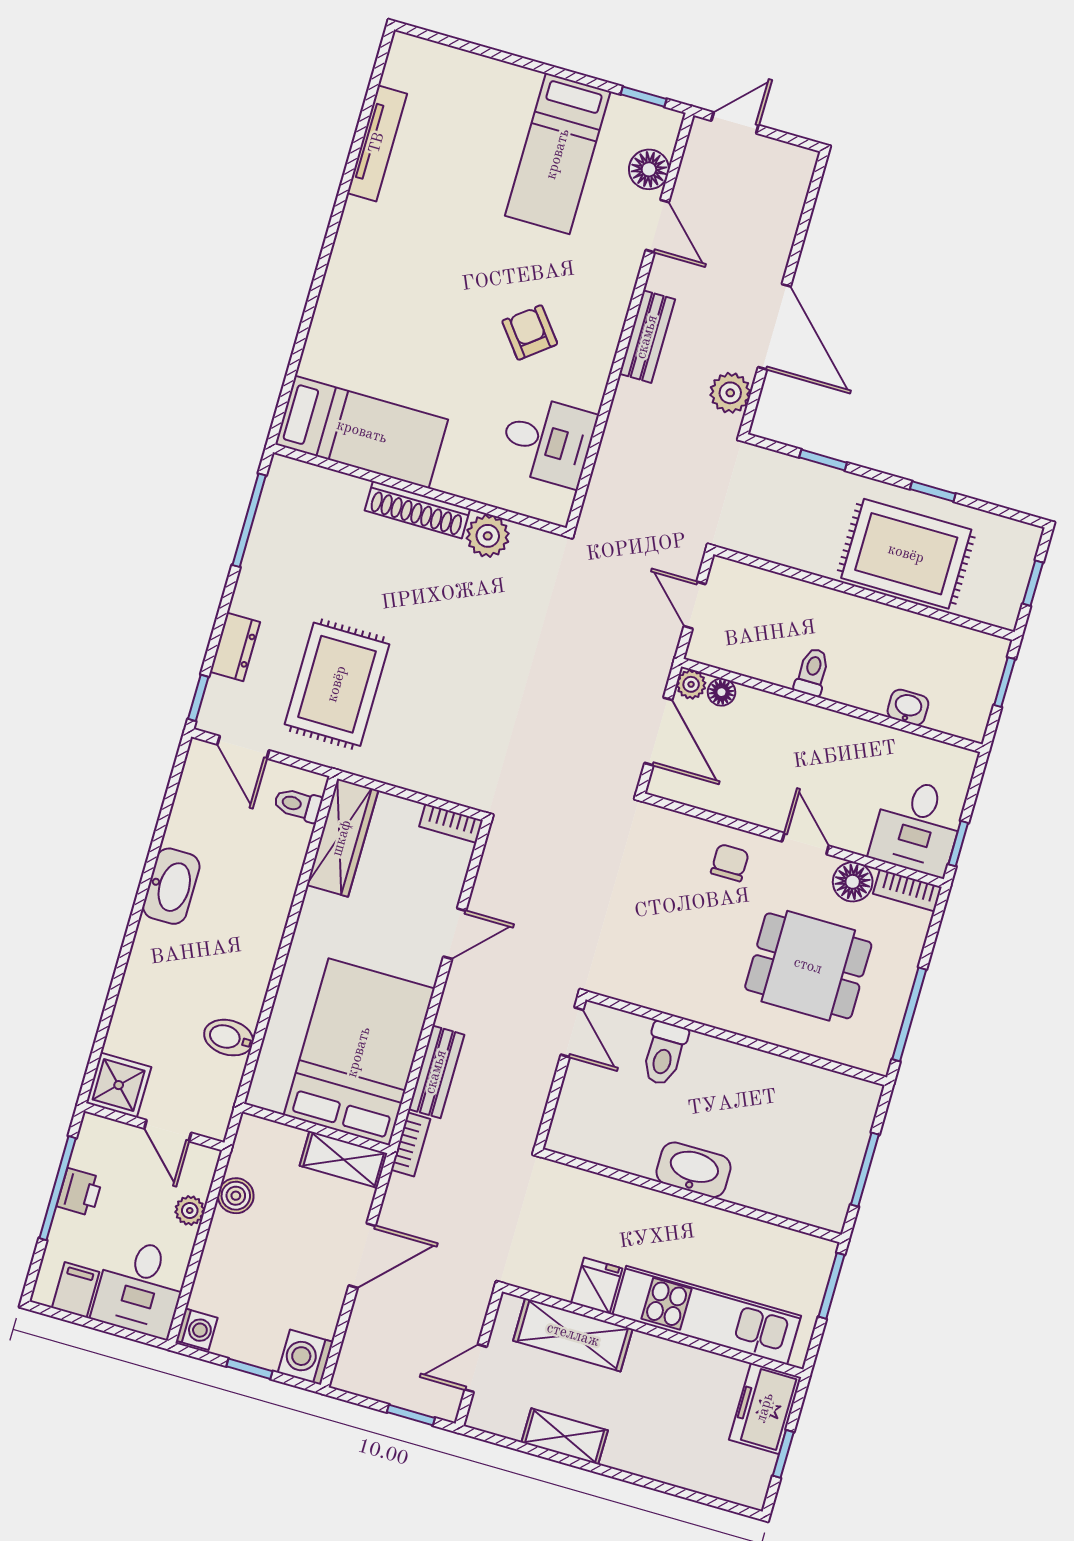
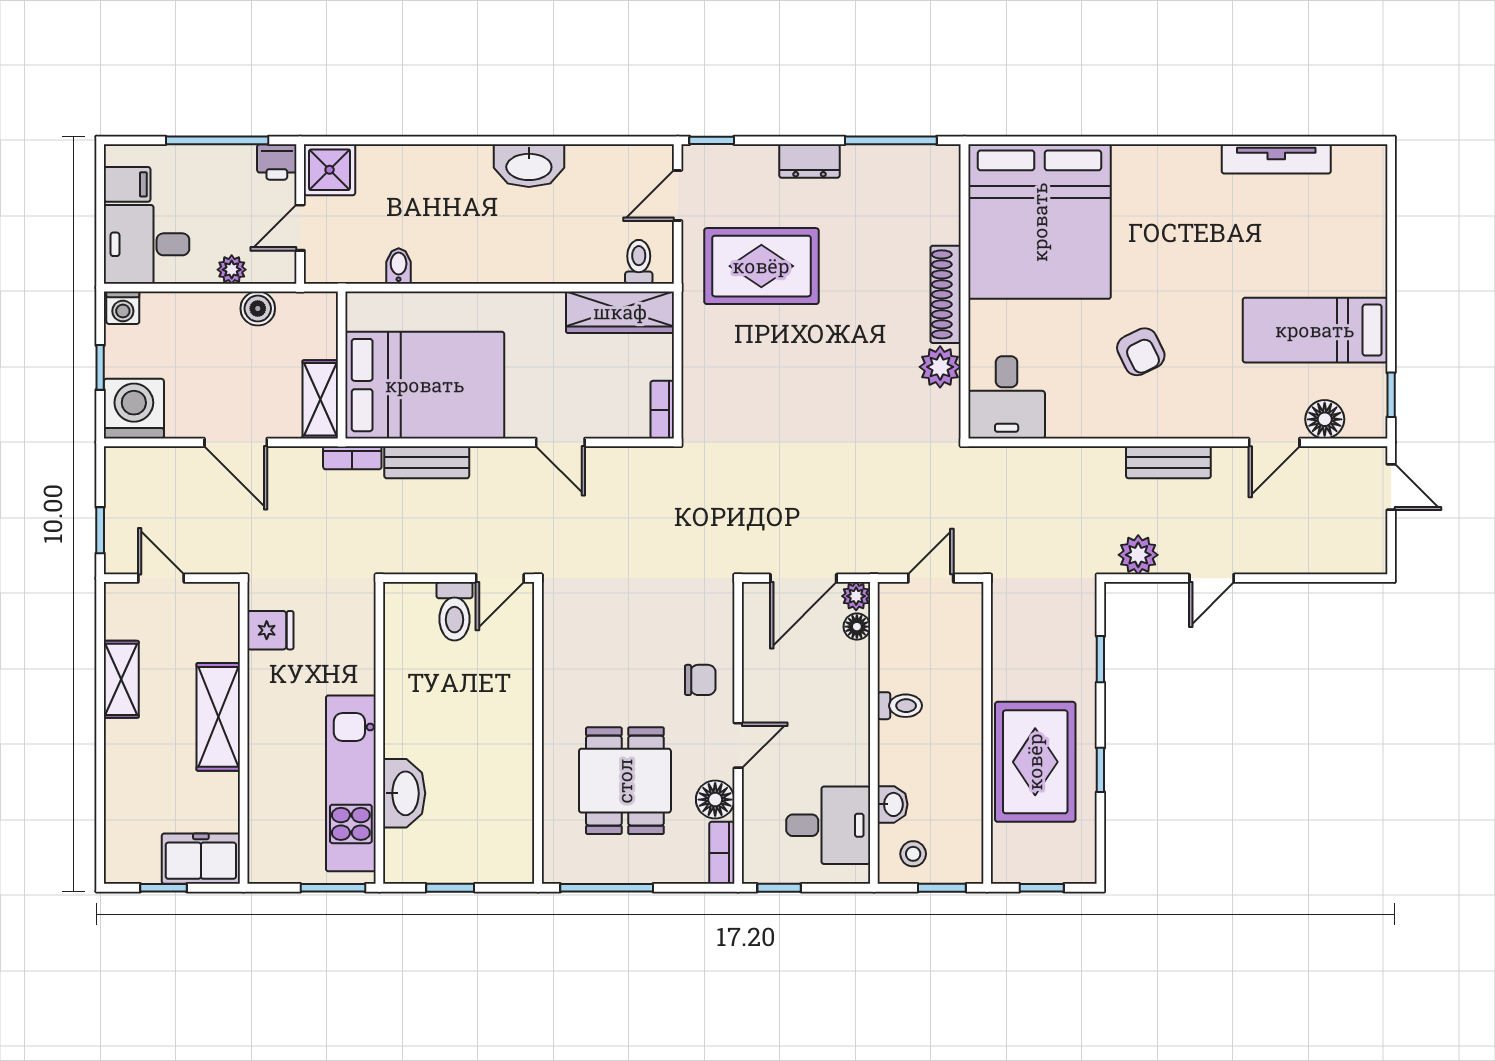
door: (774, 327) -> (1212, 578), width x0.53
armchair: (530, 332) -> (1141, 352), turned 102
bed: (362, 432) -> (1040, 222), width x2.04
desk: (548, 441) -> (1007, 397), moved
dresser: (235, 647) -> (809, 161), moved
stool: (963, 701) -> (913, 854), added
desk: (917, 827) -> (828, 825), moved, turned 180
bidet: (229, 1038) -> (399, 266), width x0.72, depth x0.74
toilet: (664, 1053) -> (455, 611), moved, turned -90
washbasin: (694, 1170) -> (404, 793), moved
window: (865, 1170) -> (450, 888), width x0.67
printer: (80, 1192) -> (277, 162), moved
fridge: (597, 1286) -> (270, 630), moved
kitchen unit: (707, 1315) -> (351, 783), moved, turned 180
shelving: (573, 1335) -> (218, 717), moved
washing machine: (306, 1357) -> (134, 409), width x1.37, depth x1.37

